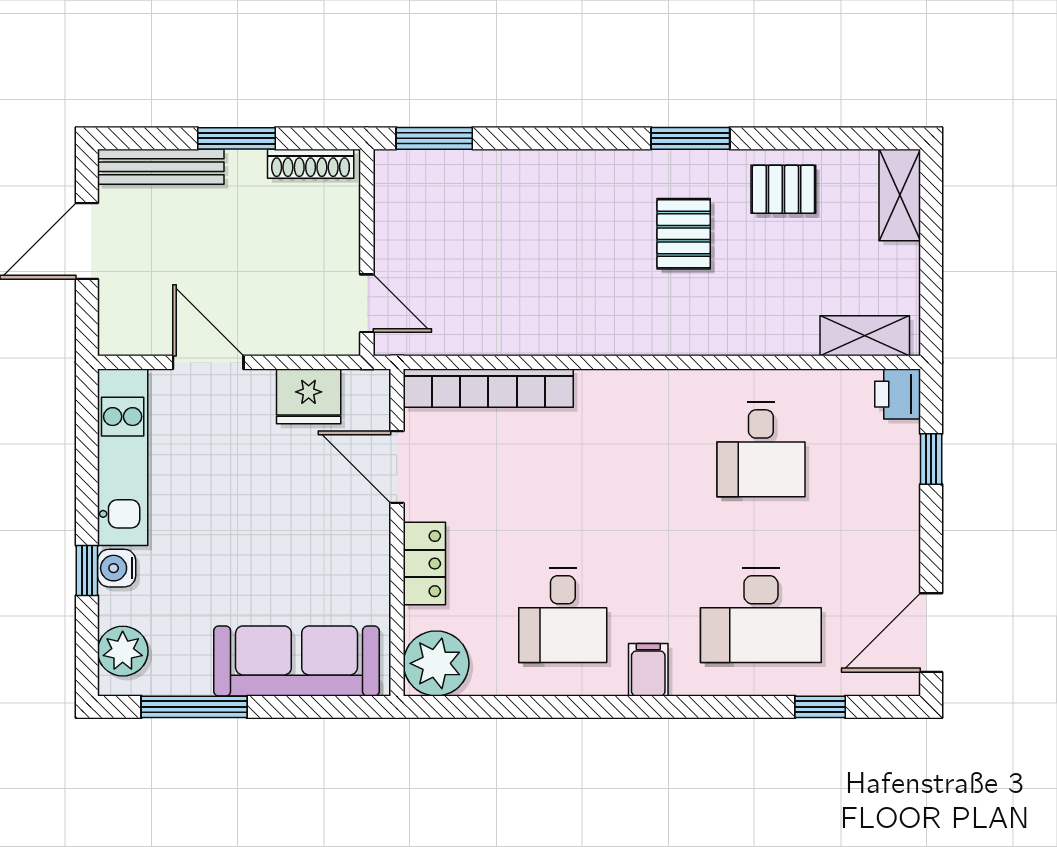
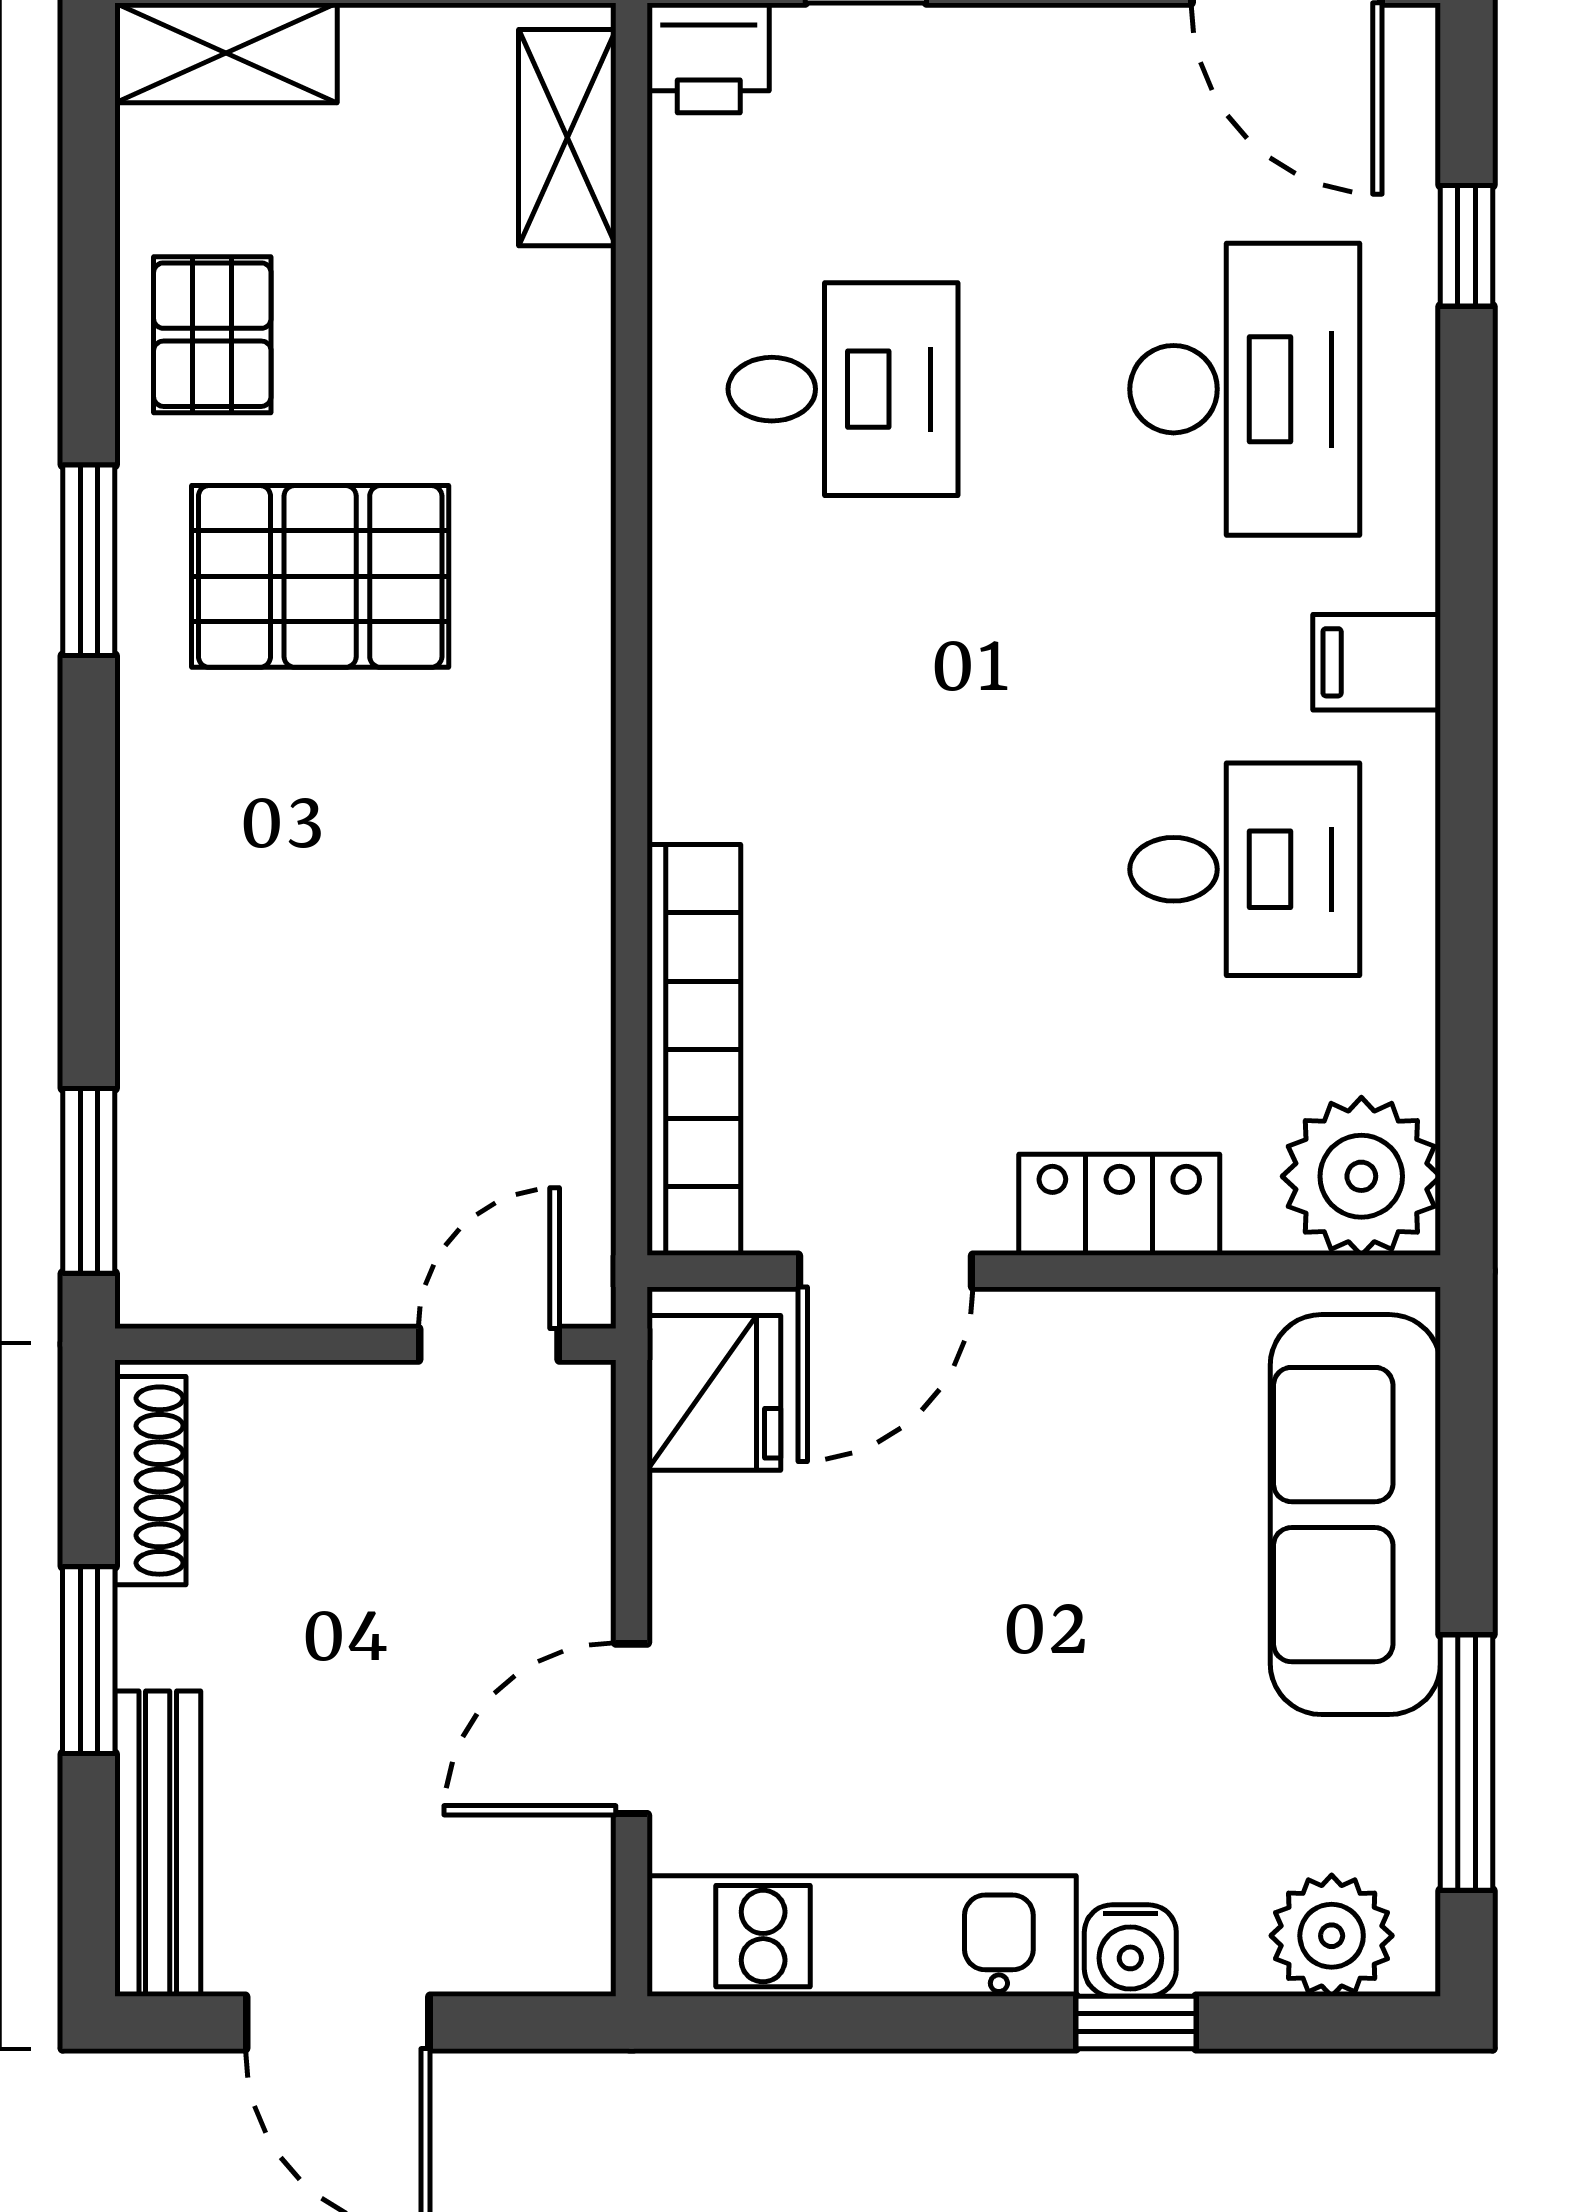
pallet: (684, 234) -> (320, 576), width x1.50, depth x1.42
fridge: (309, 396) -> (714, 1393), moved

